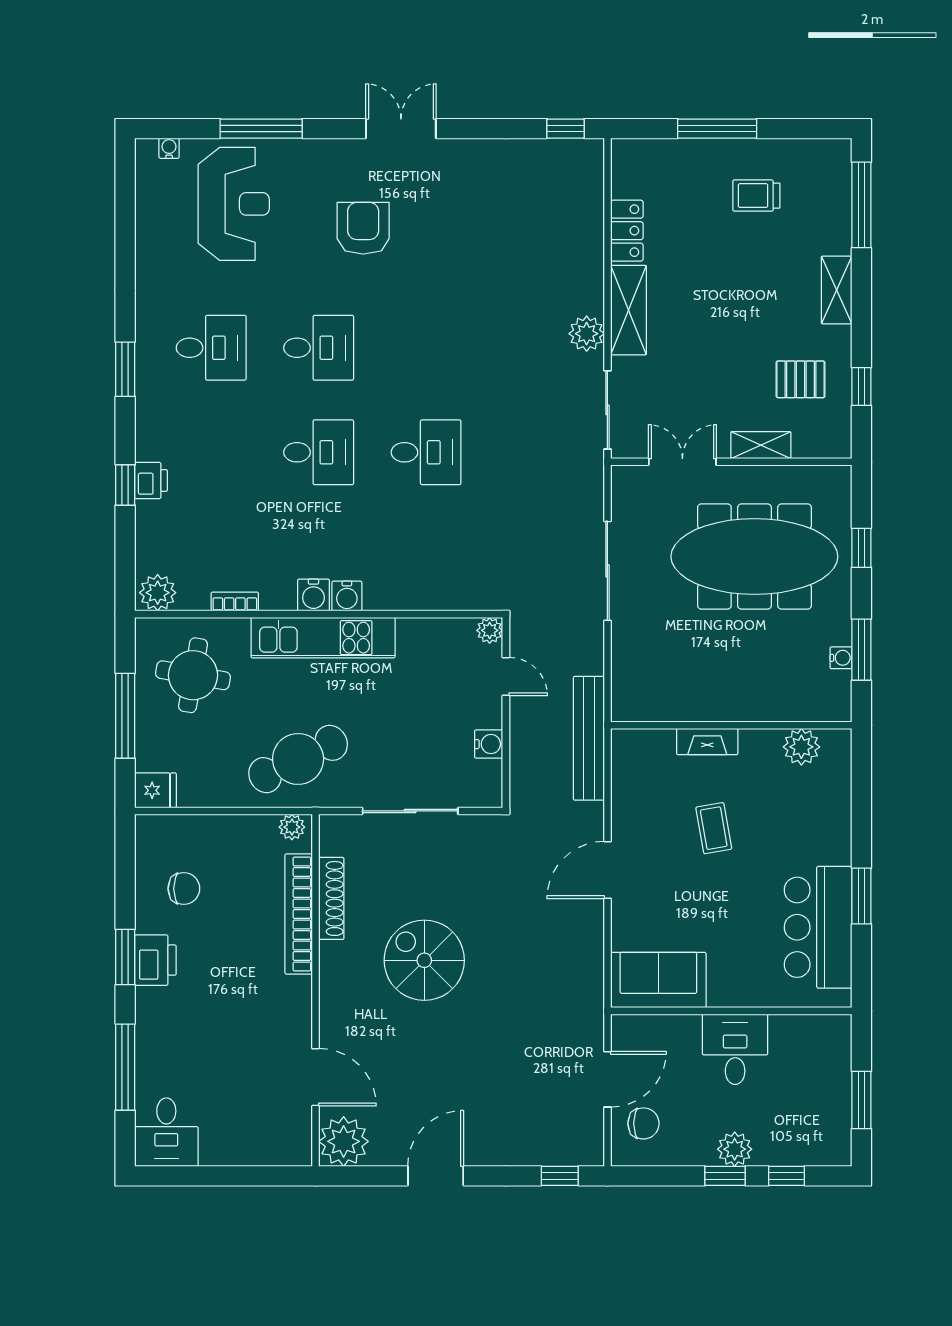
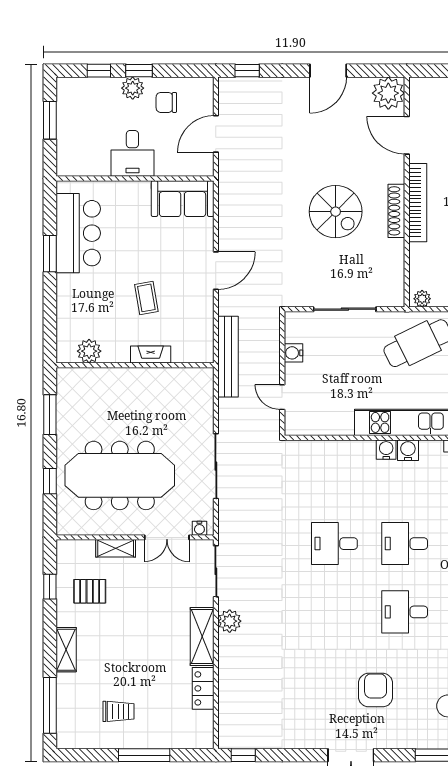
armchair: (363, 228) -> (376, 690), turned 180
plant: (490, 630) -> (293, 427), removed
water cooler: (841, 658) -> (199, 528), moved, turned -90
shoe rack: (331, 898) -> (396, 211), moved
bookcase: (299, 914) -> (418, 203), moved
chair: (643, 1123) -> (166, 102), moved

